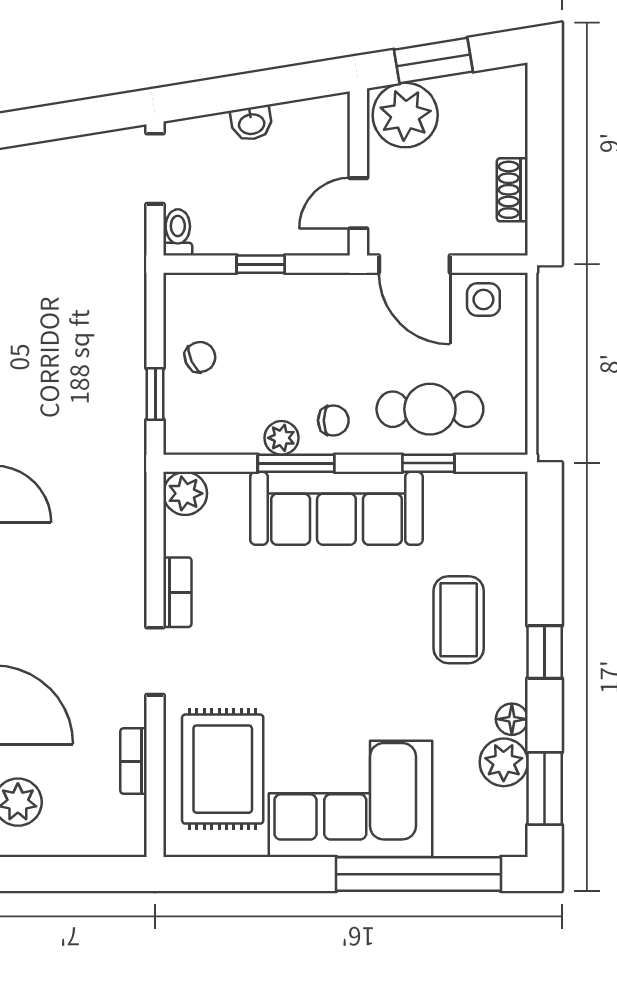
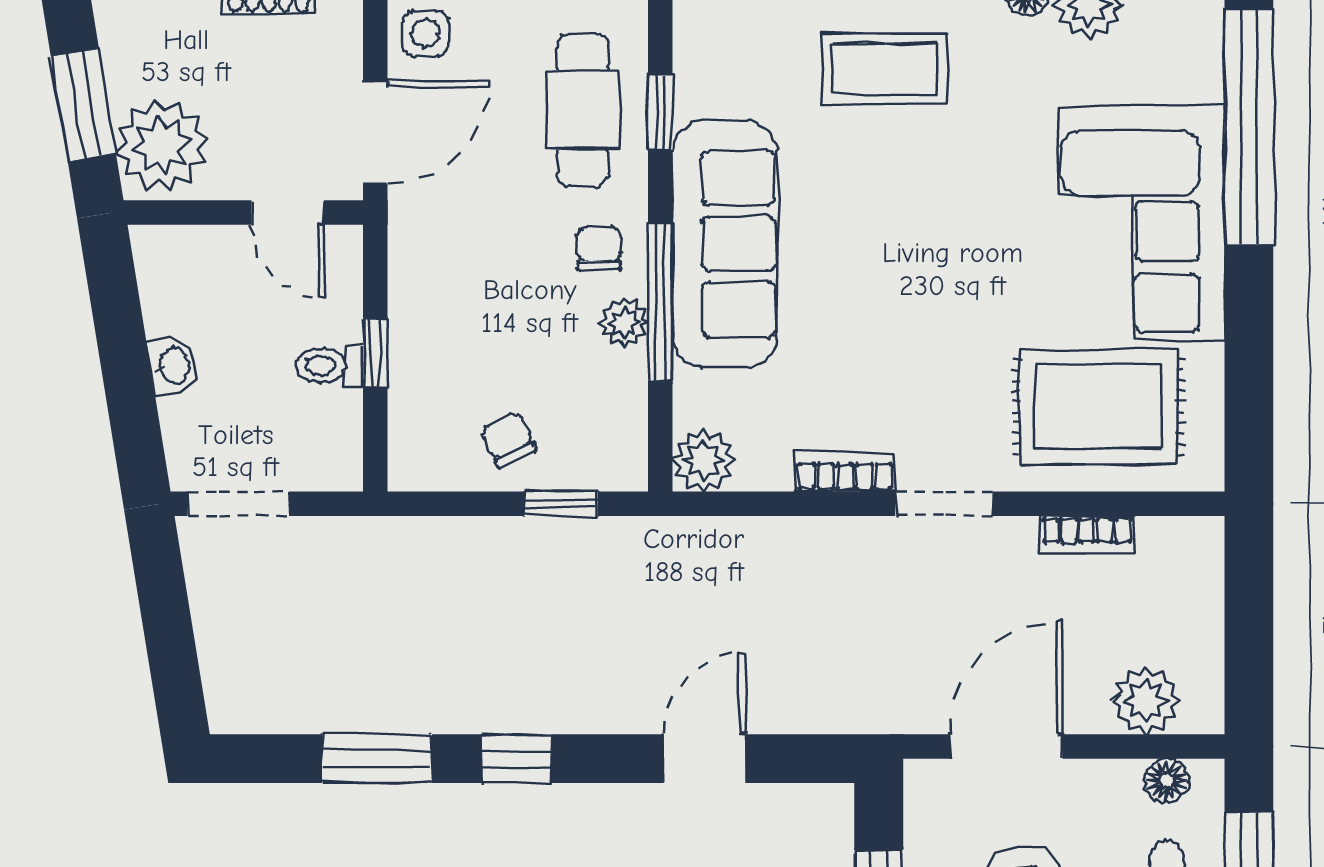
toilet: (178, 232) -> (330, 365), moved
window: (296, 463) -> (660, 302), width x1.44

